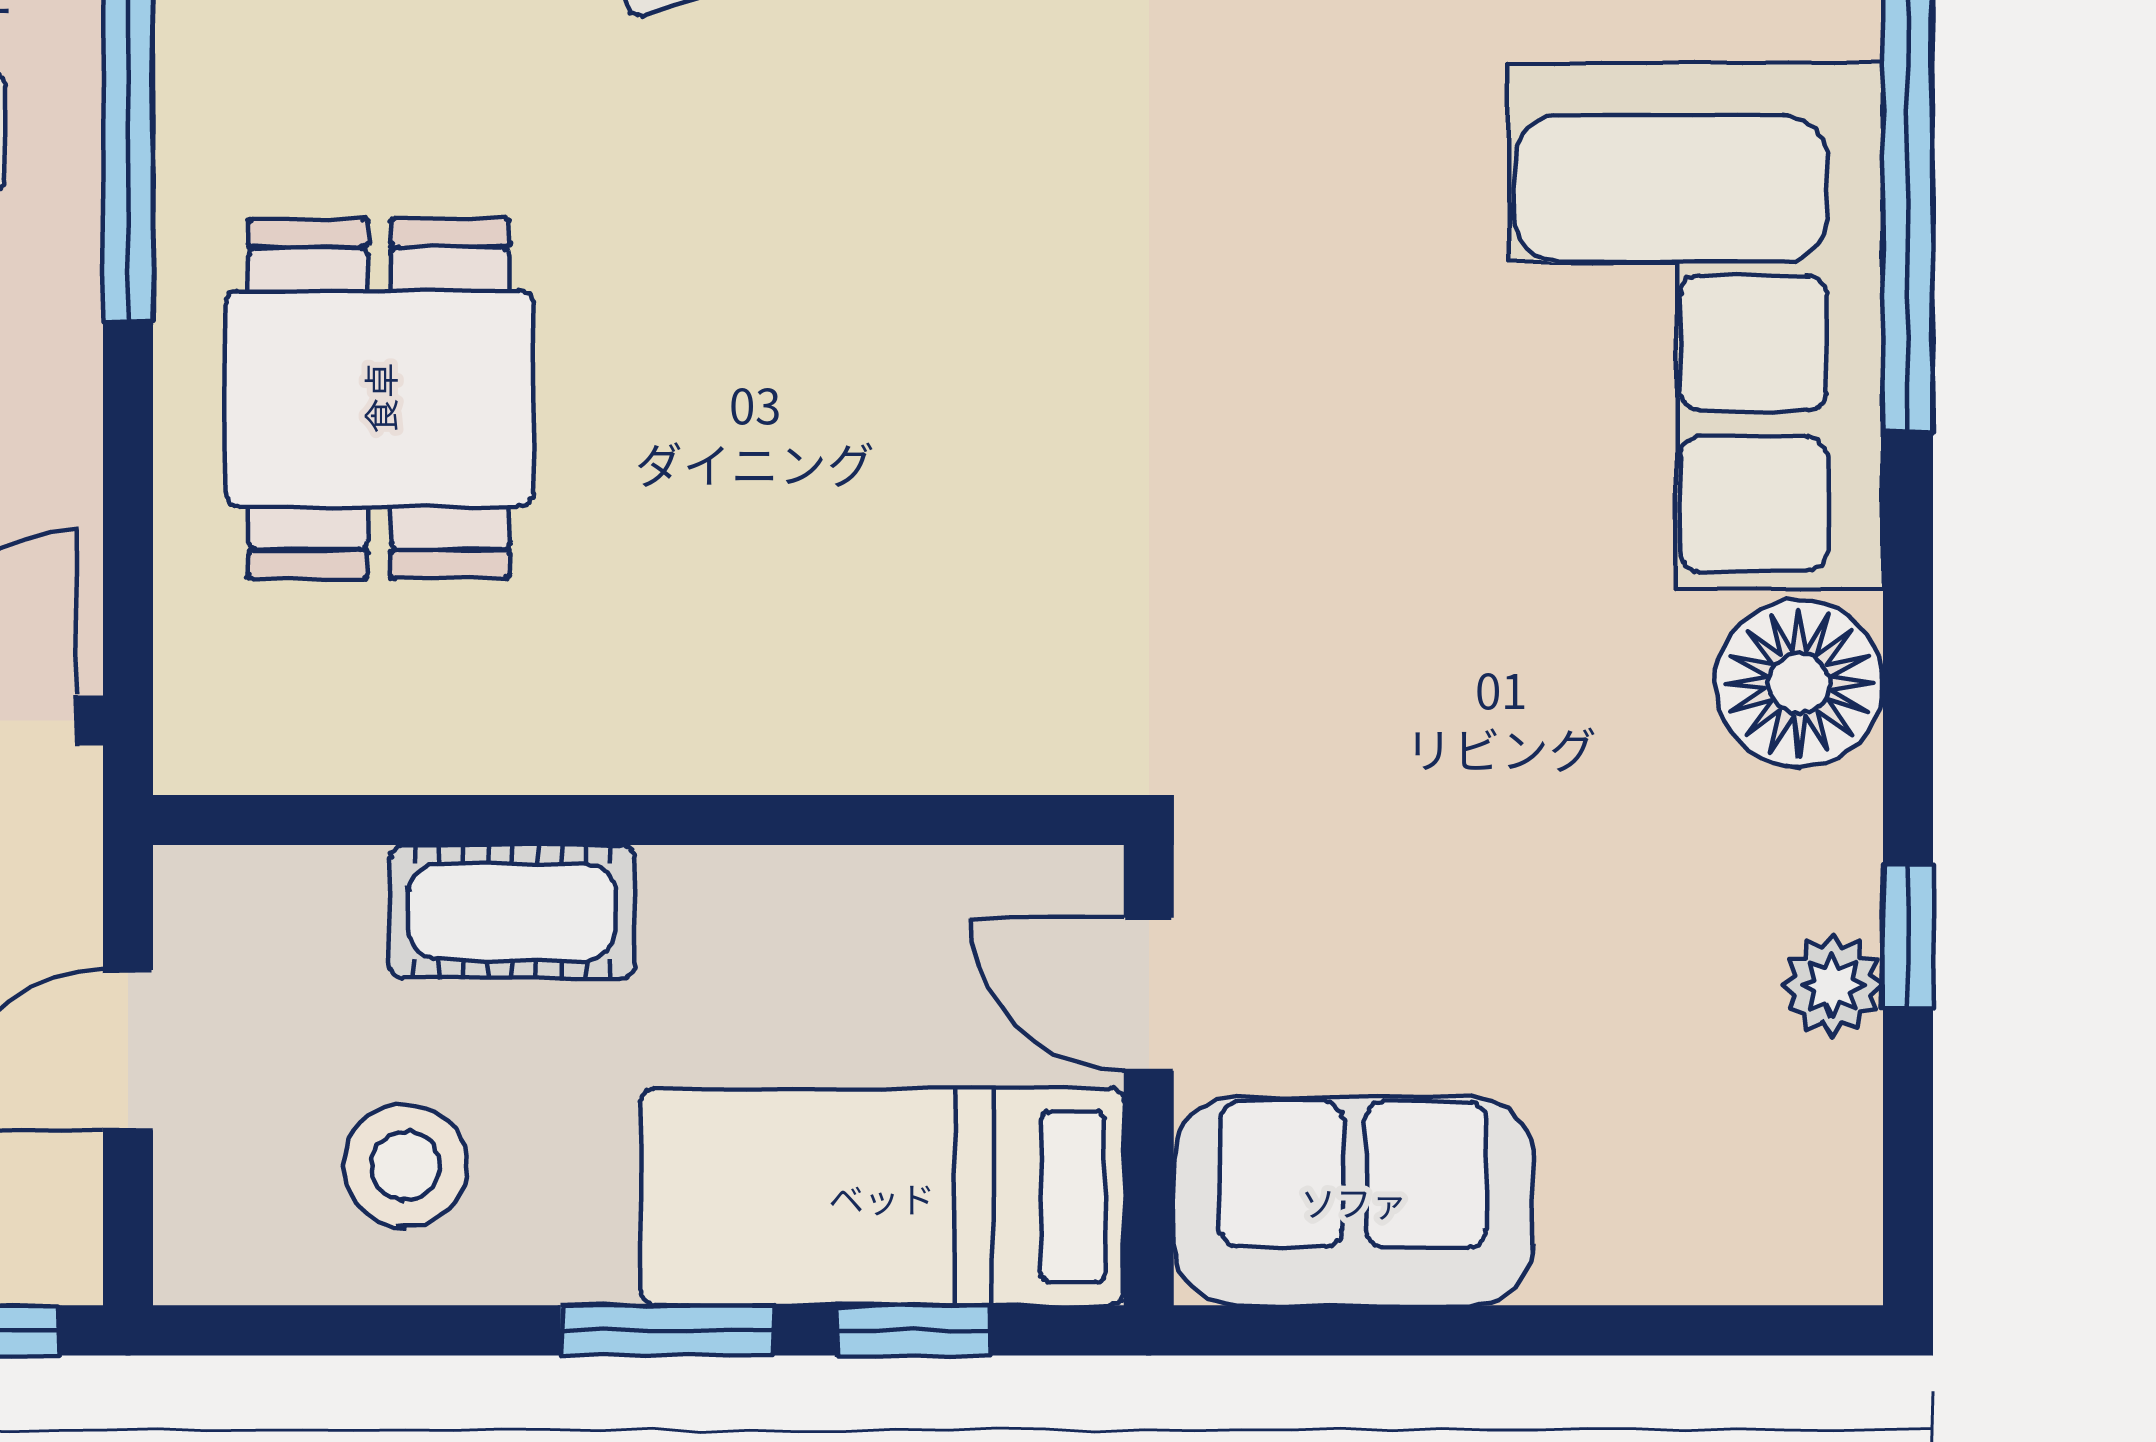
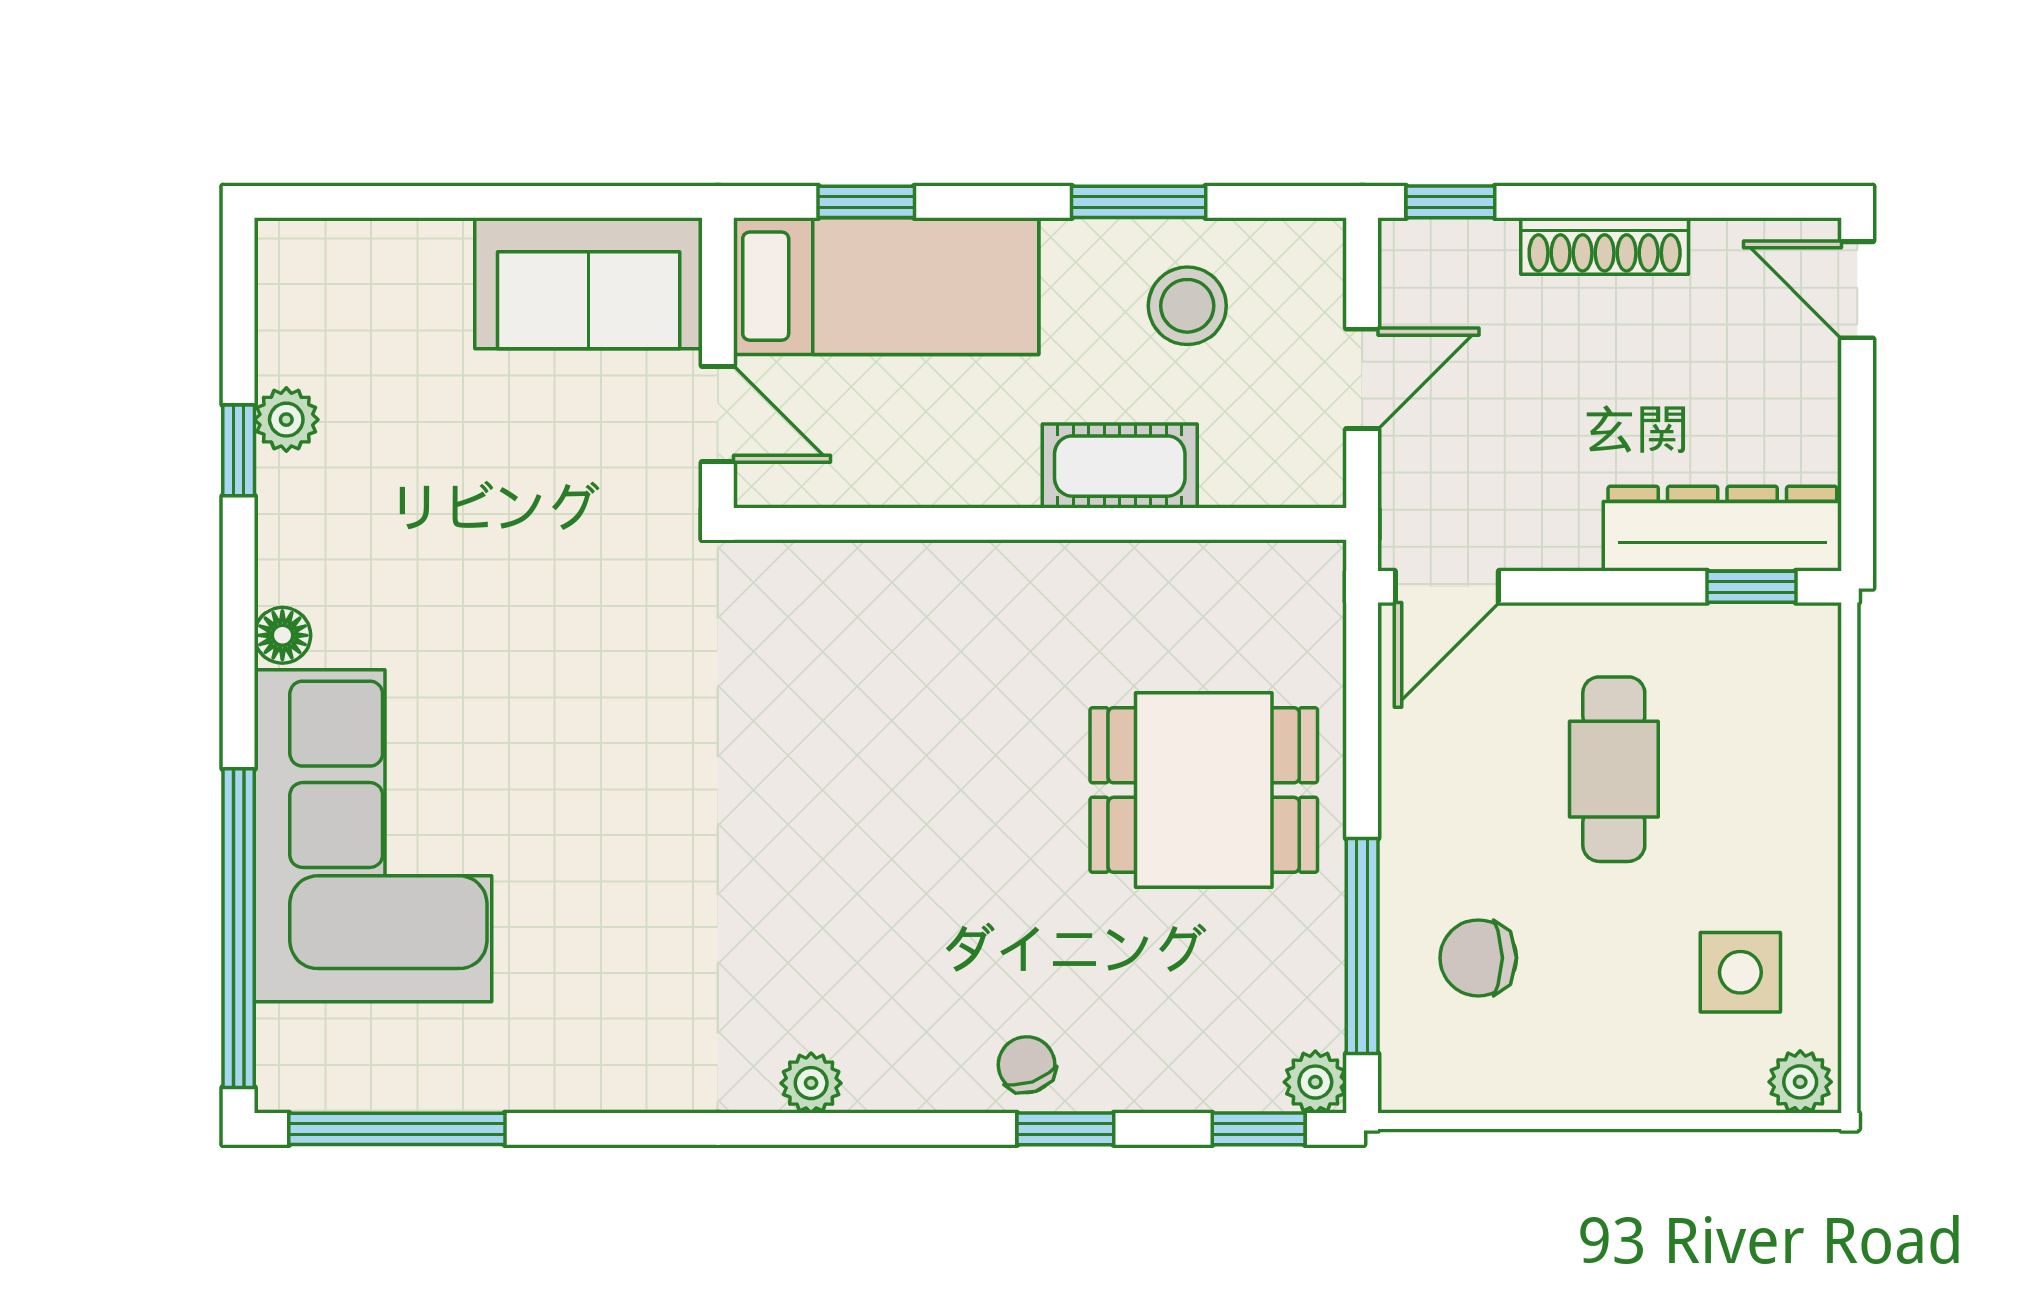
dining table: (379, 398) -> (1204, 790), turned 90
floor lamp: (1799, 683) -> (282, 635), width x0.53, depth x0.53
window: (667, 1330) -> (1139, 202), moved

